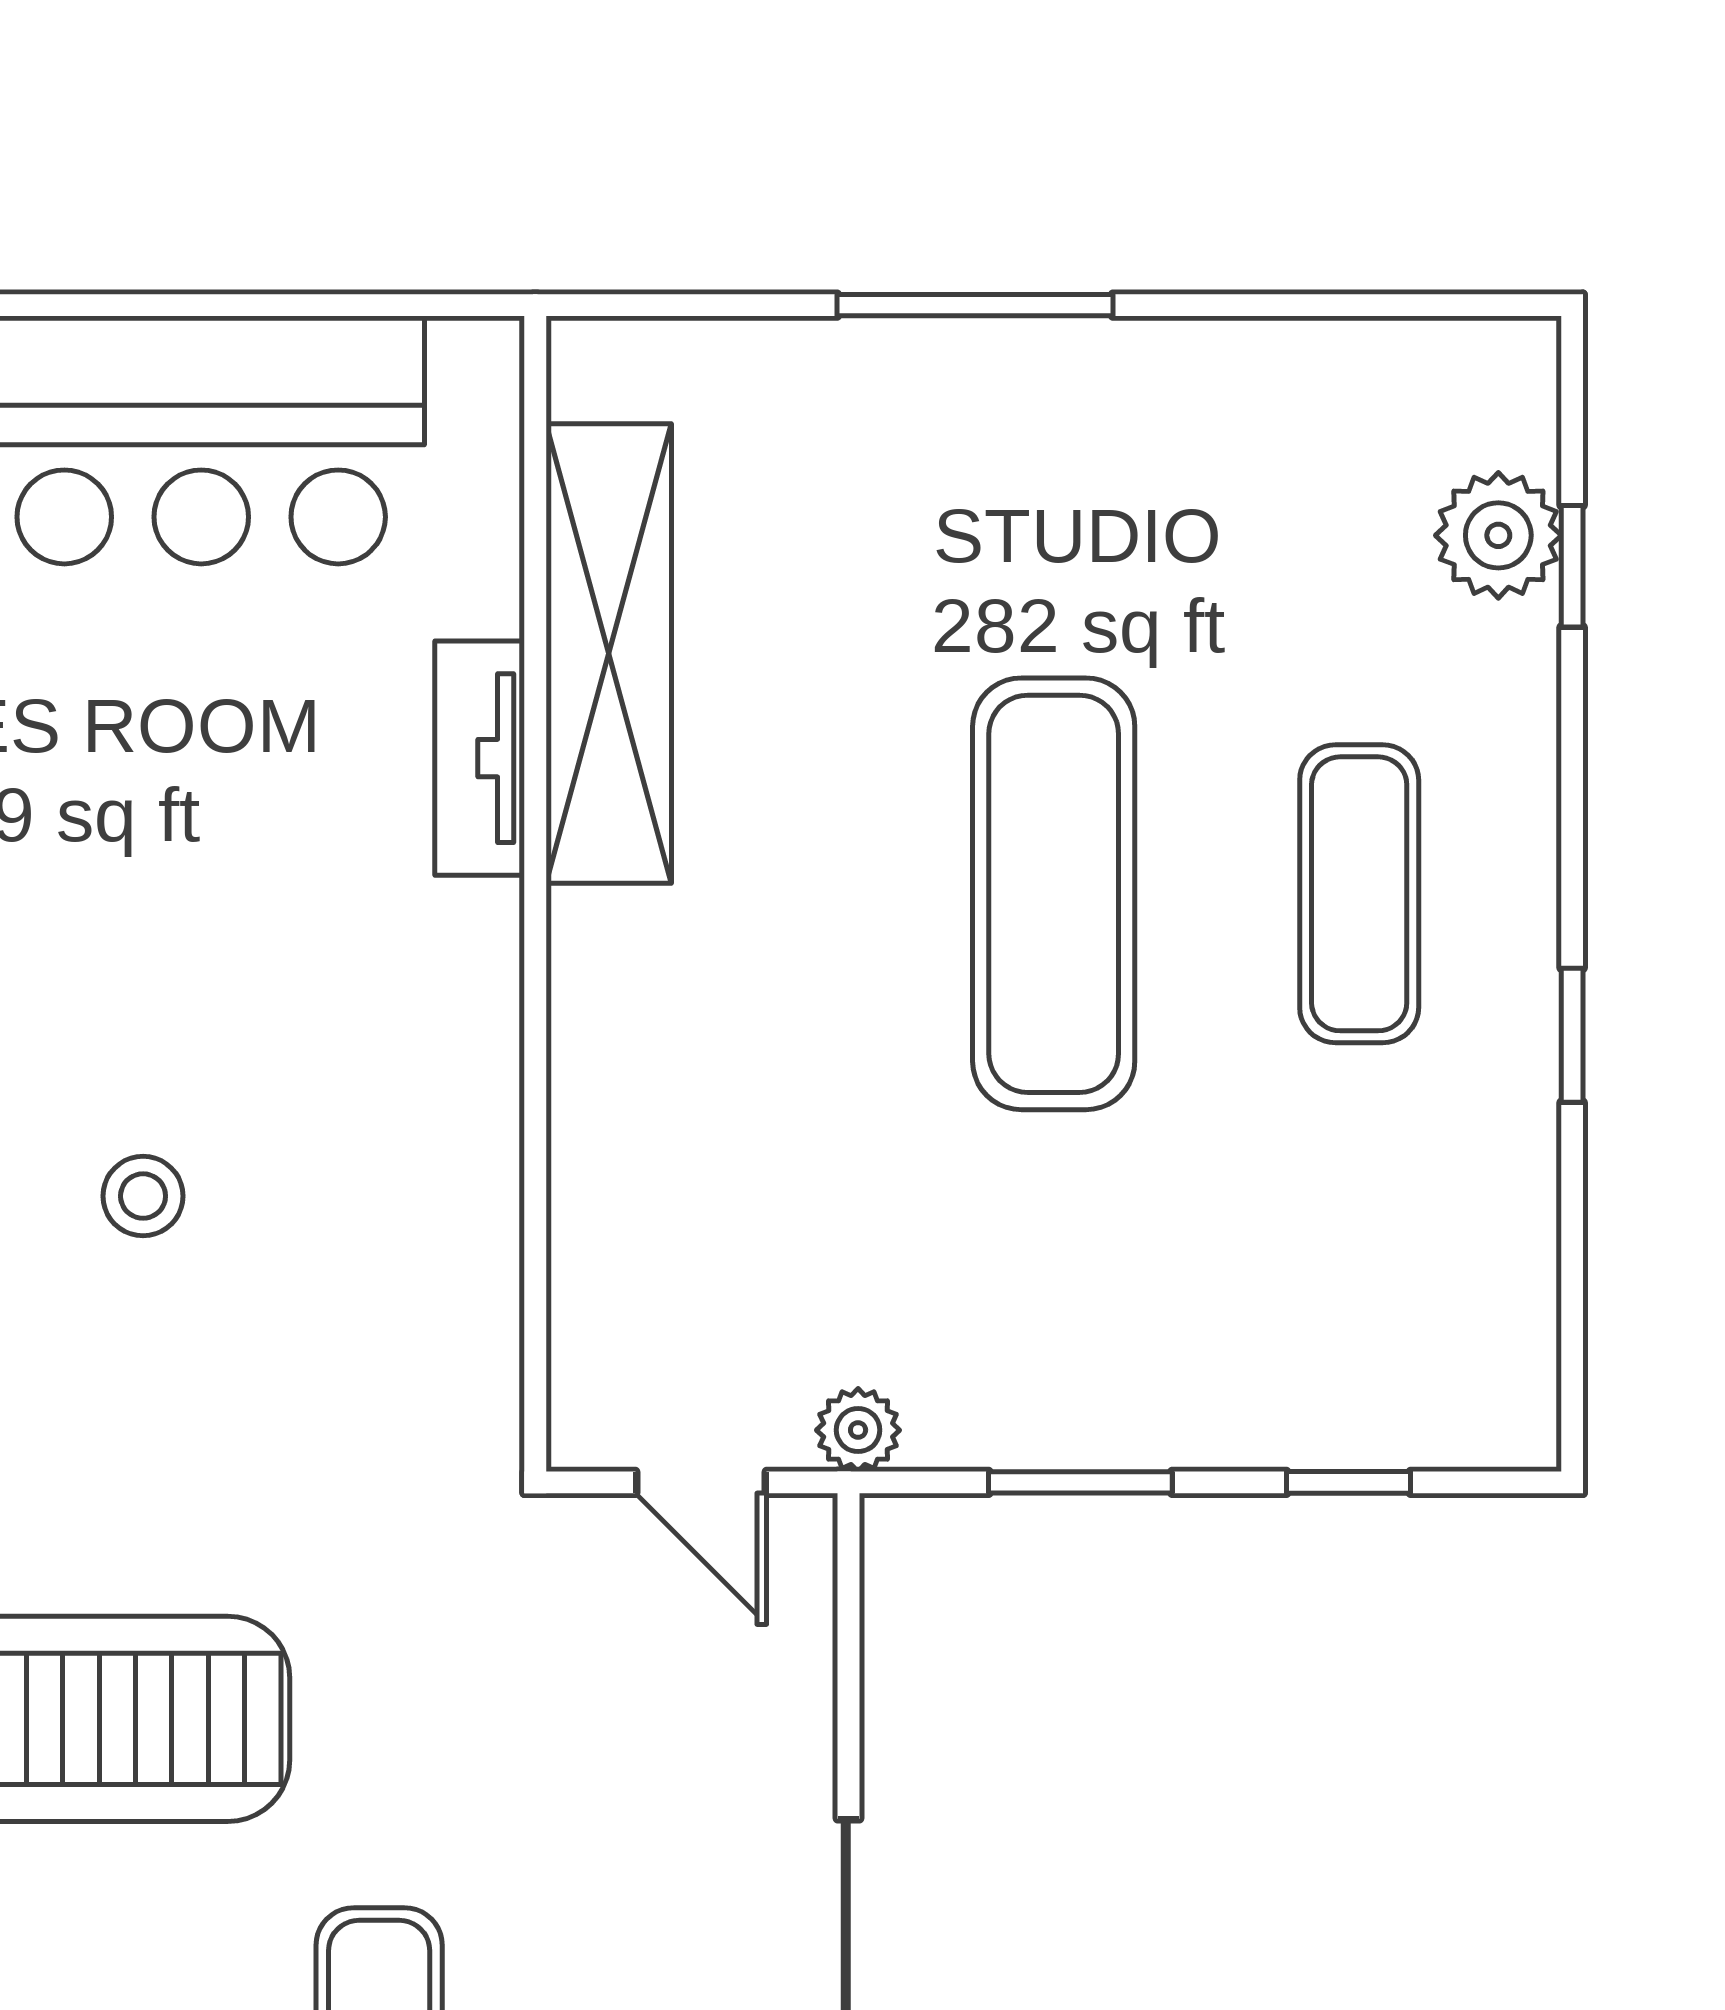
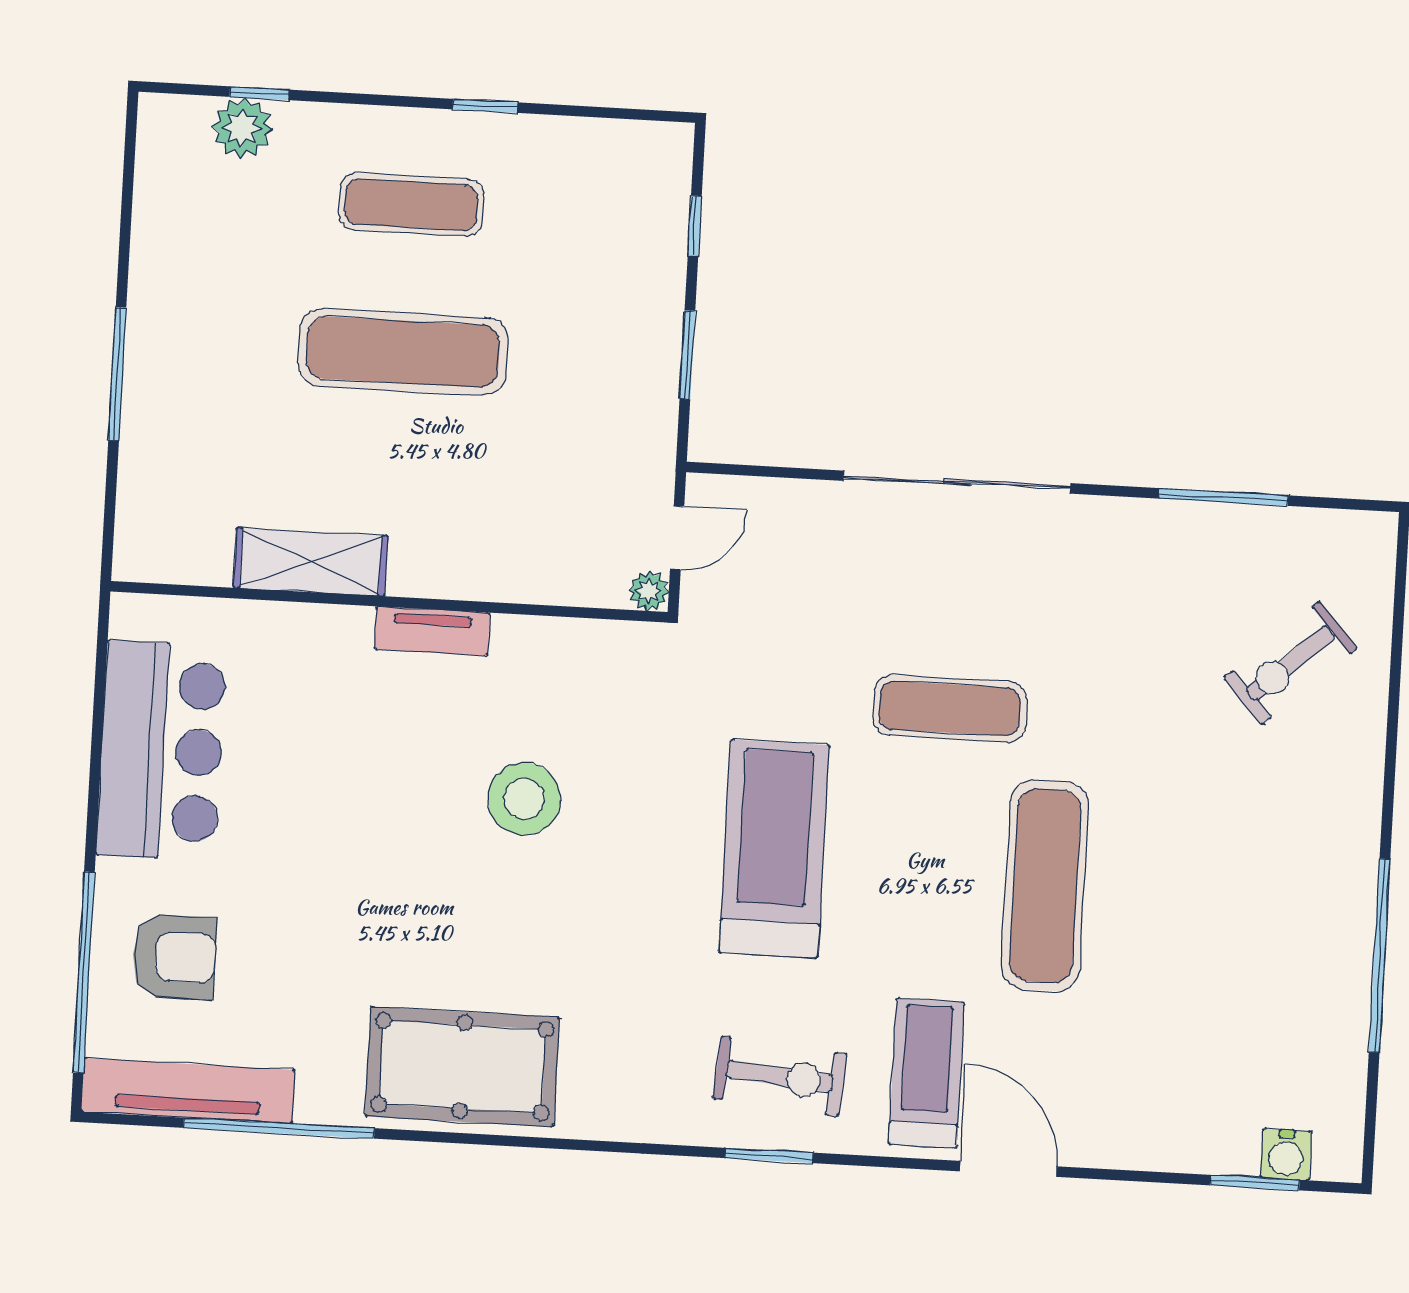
shelving: (609, 654) -> (311, 562), width x0.68
tv unit: (480, 758) -> (432, 631), moved
stool: (143, 1196) -> (524, 799), width x1.89, depth x1.89
plant: (858, 1430) -> (649, 591), moved

